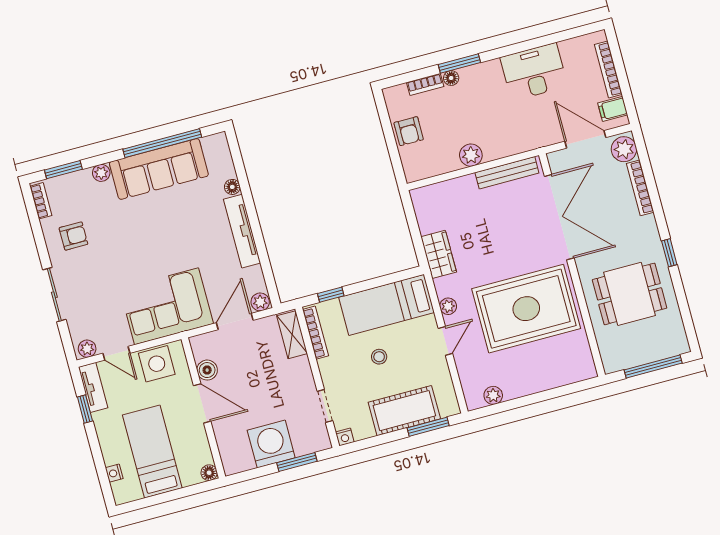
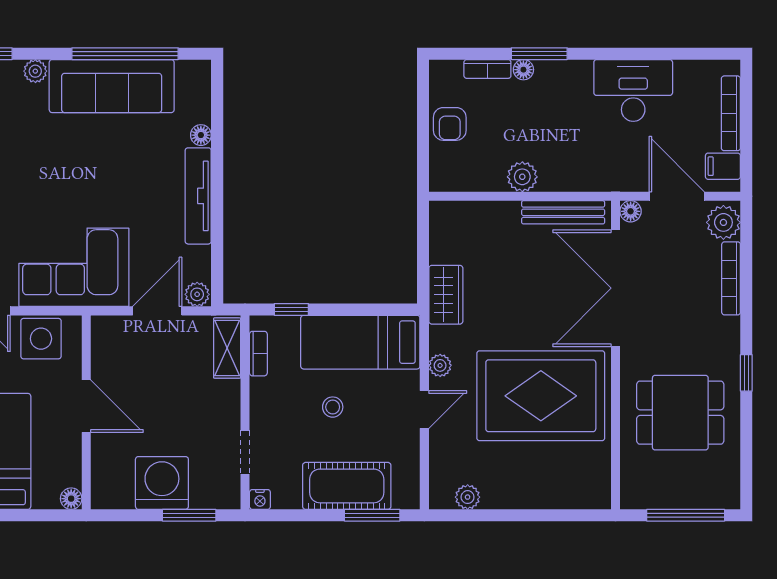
floor lamp: (555, 159) -> (631, 211), added
double door: (559, 217) -> (615, 288), swing flipped
bookcase: (316, 333) -> (258, 354), width x0.64
boiler: (207, 370) -> (104, 364), removed

